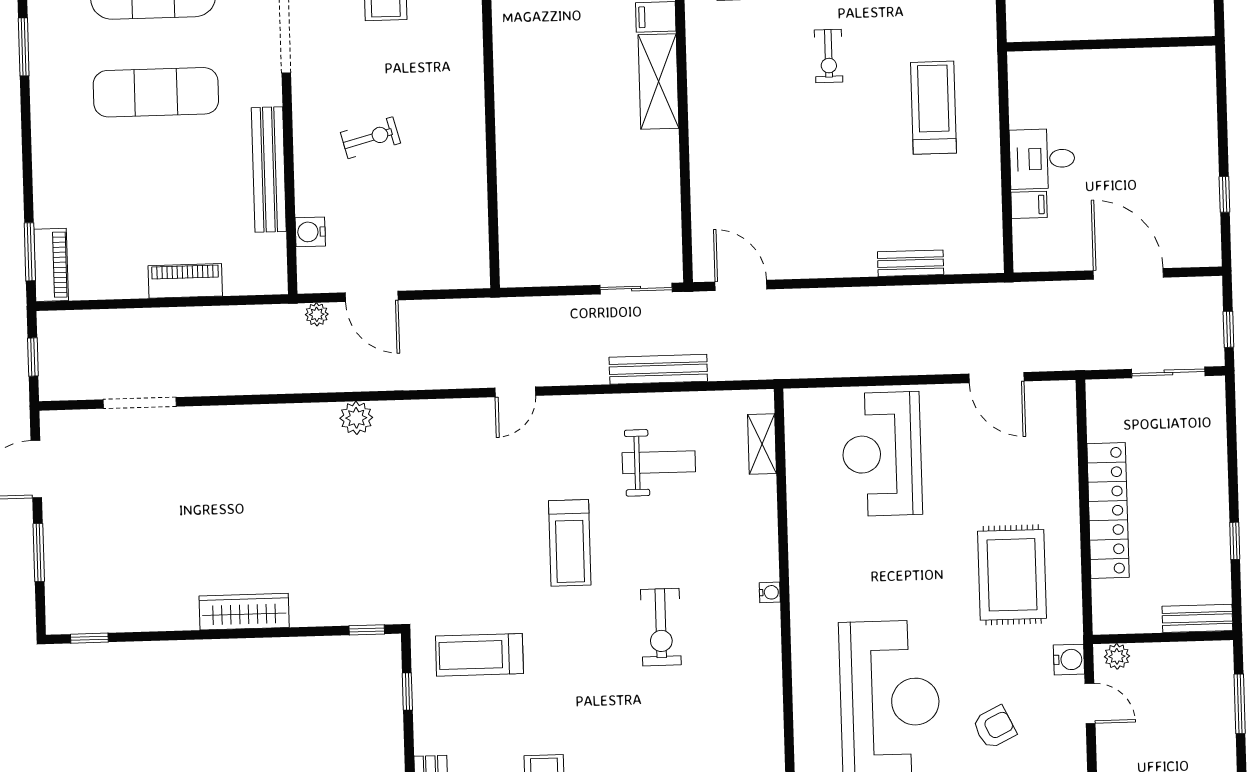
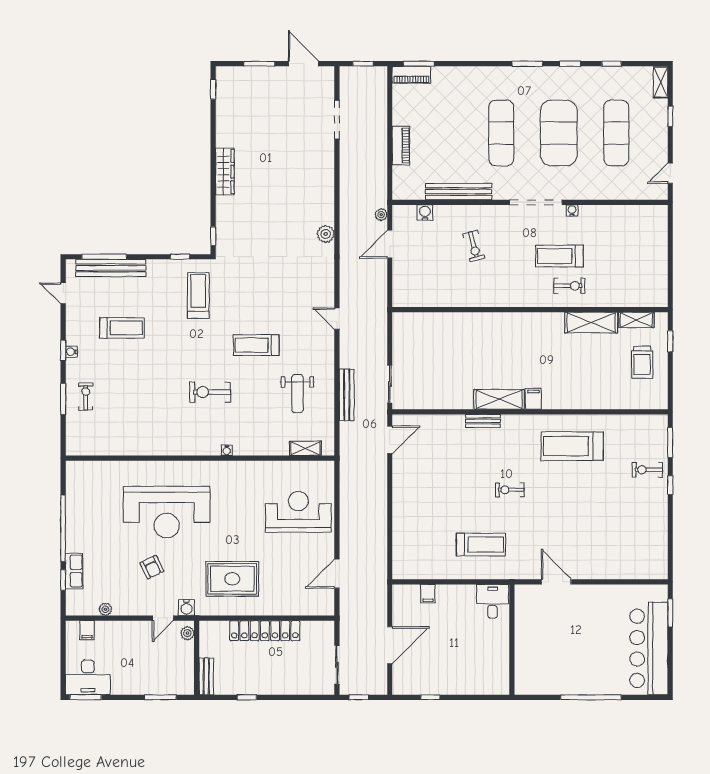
desk: (1042, 159) -> (493, 601), moved
bench: (911, 263) -> (483, 421), moved, turned 90

